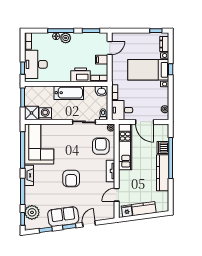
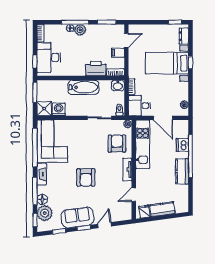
kitchen counter: (163, 173) -> (182, 171), width x0.67
floor lamp: (30, 199) -> (42, 199), added

